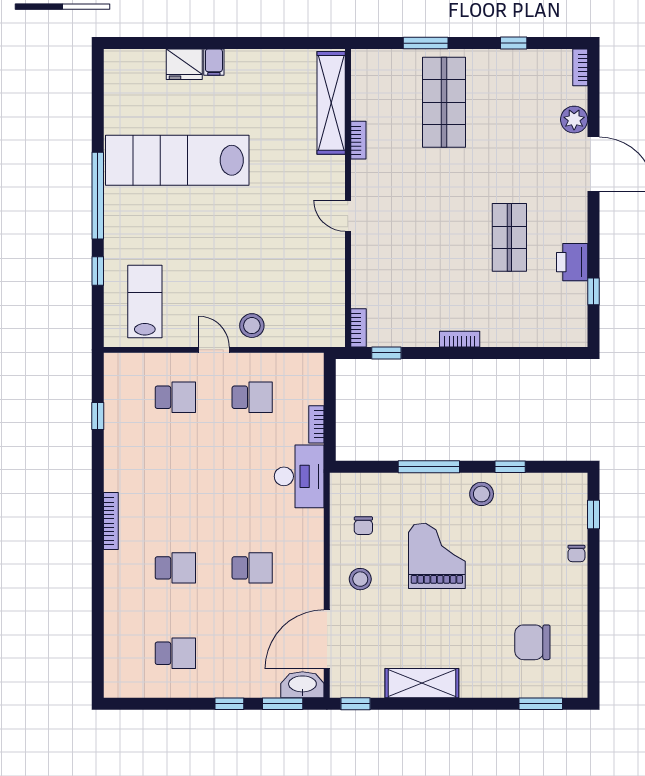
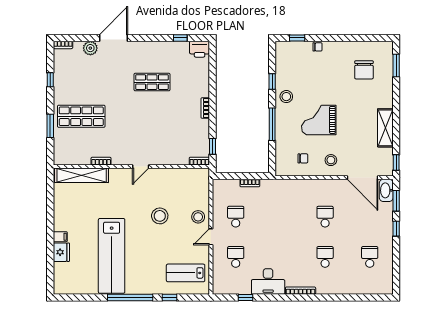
stool: (254, 252) -> (160, 216), added
printer: (572, 262) -> (200, 49), moved
desk: (299, 476) -> (268, 282), moved, turned 180

